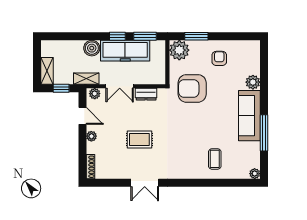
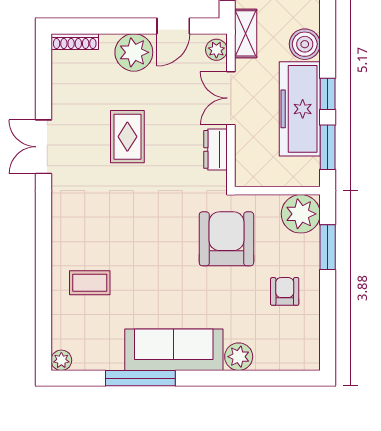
armchair: (219, 58) -> (285, 291), turned -90
plant: (91, 136) -> (134, 52), width x1.87, depth x1.87

